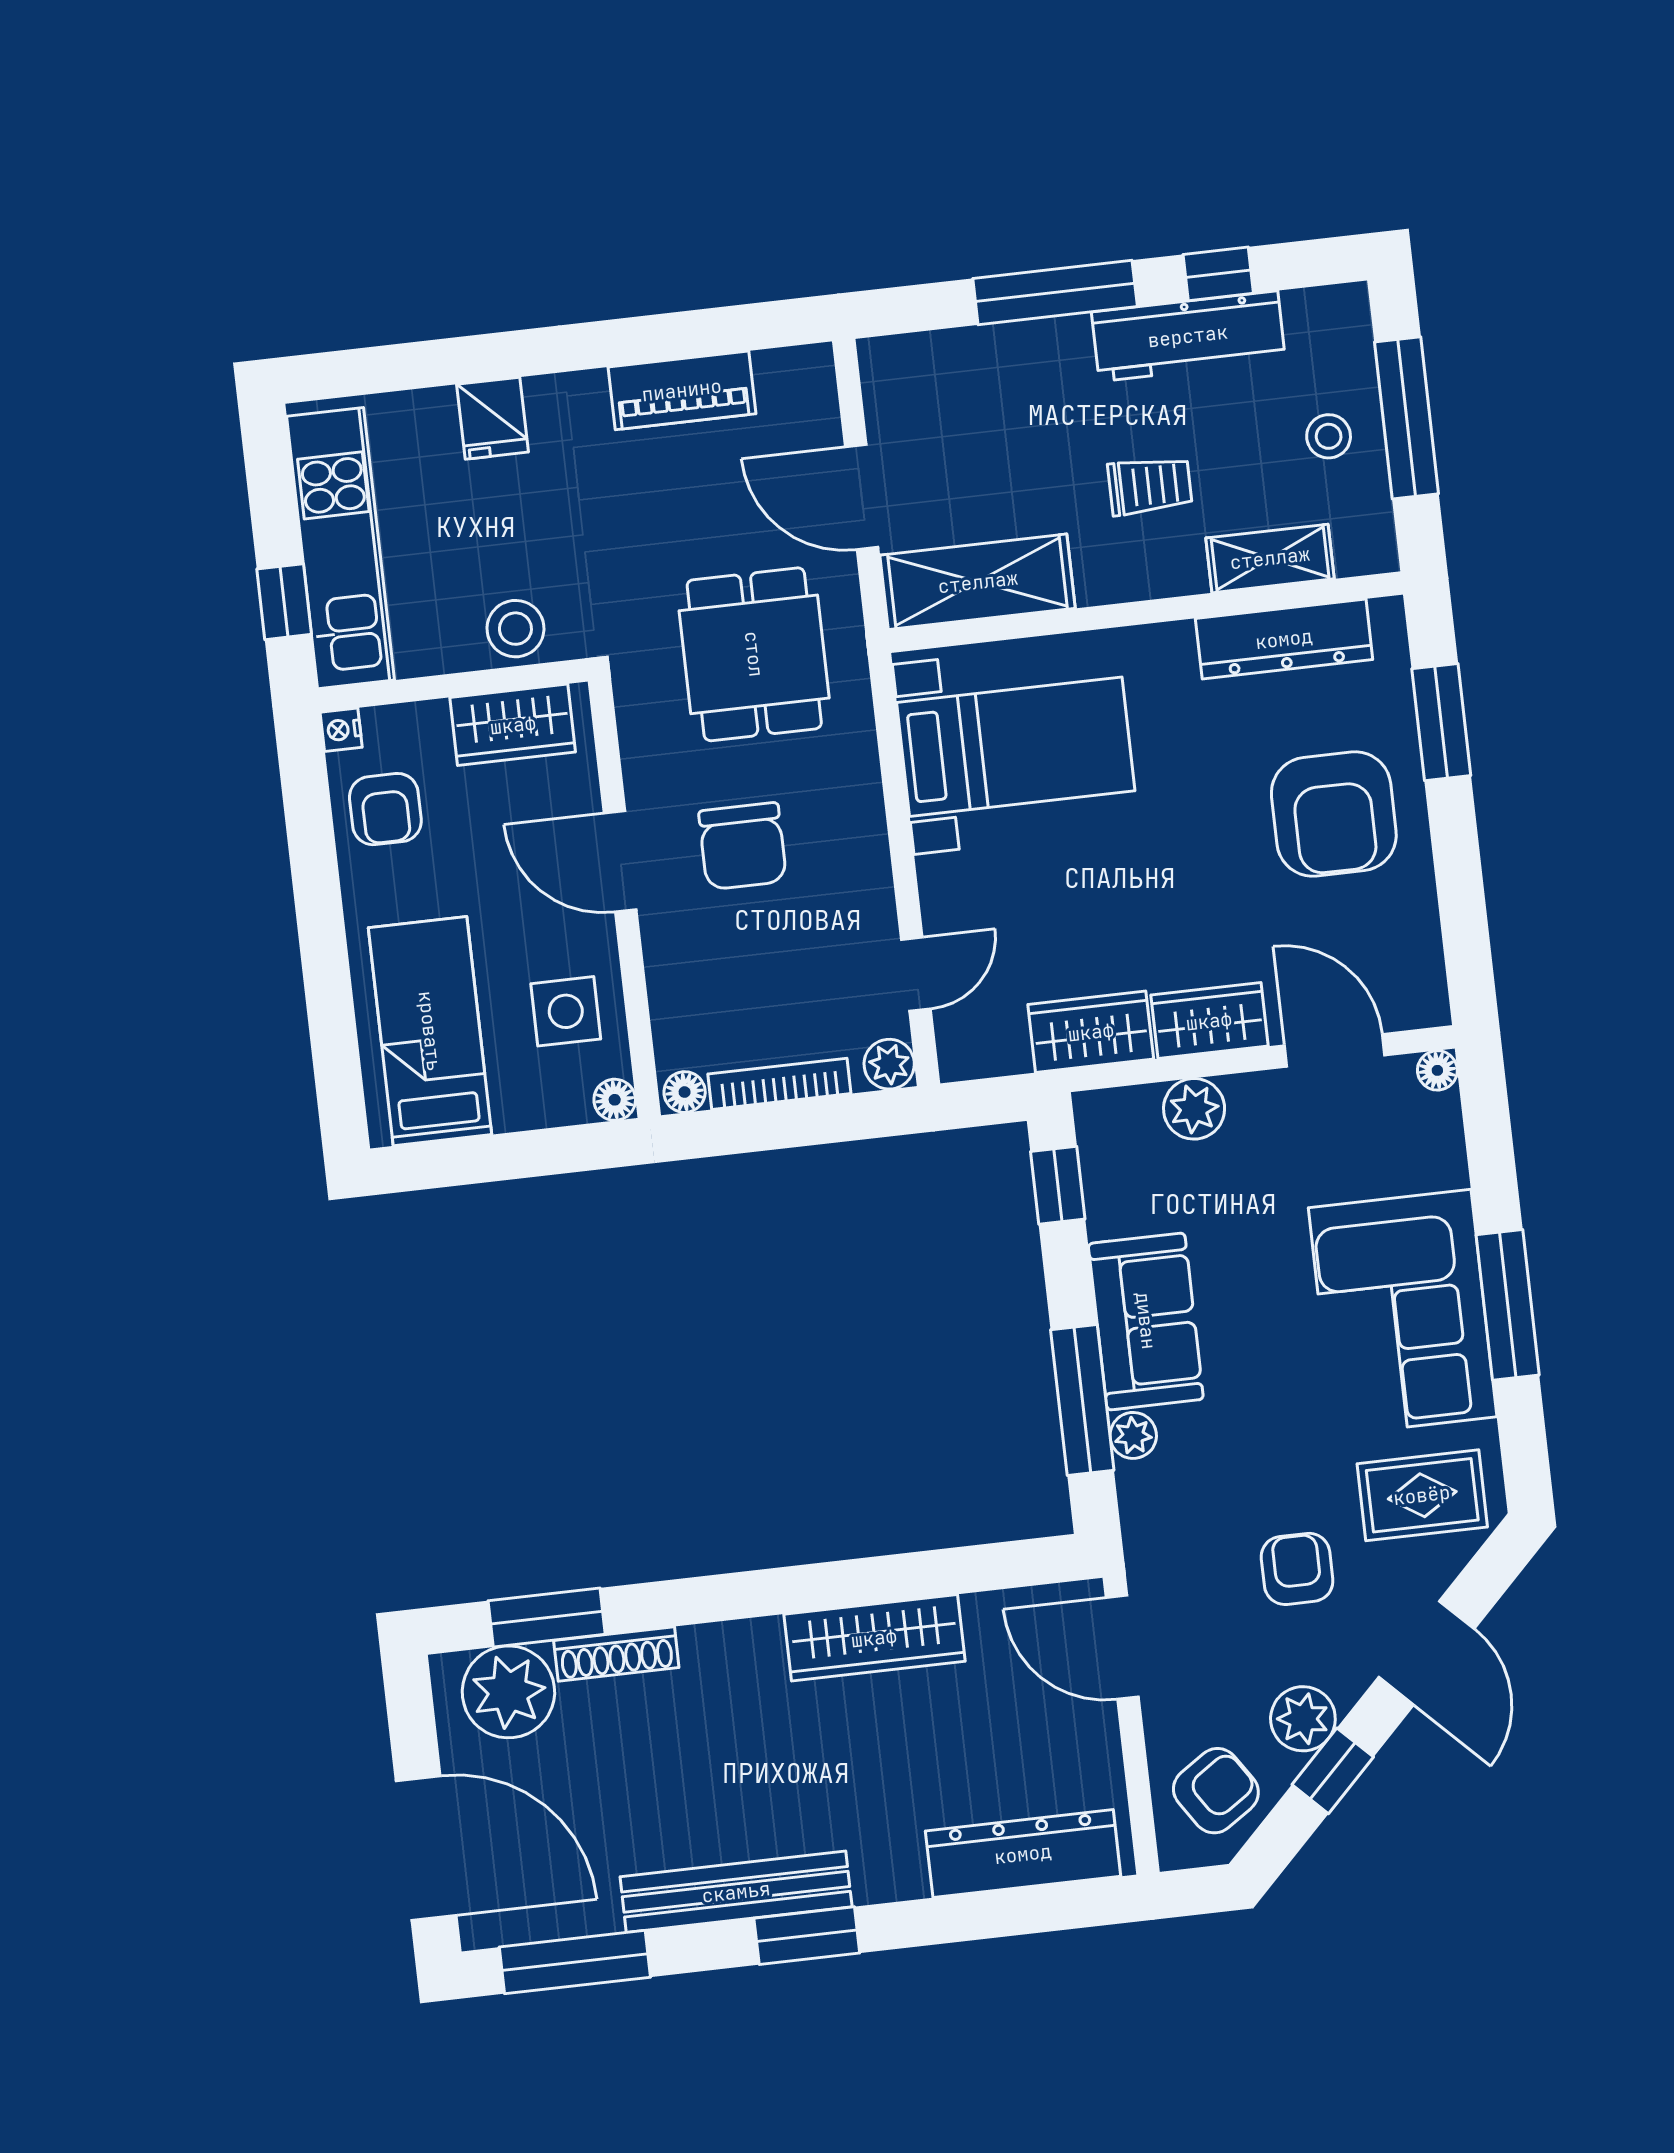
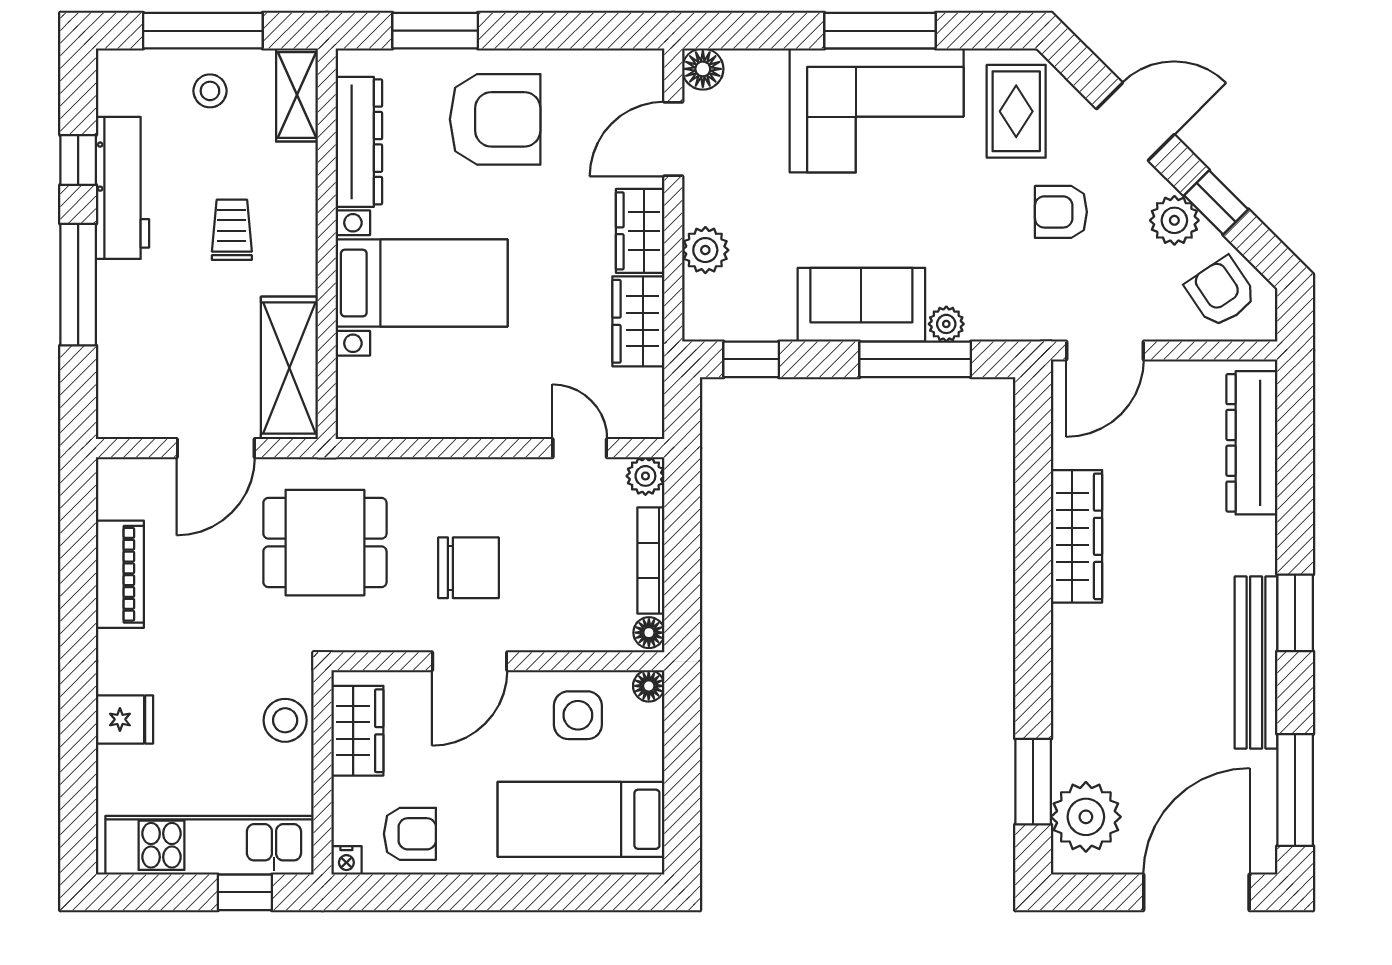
shelving: (1270, 558) -> (297, 95), moved
bed with nightstands: (1016, 747) -> (422, 283), moved, turned 90
floor lamp: (1437, 1070) -> (703, 69), width x1.37, depth x1.37
shoe rack: (616, 1654) -> (1067, 732), removed

